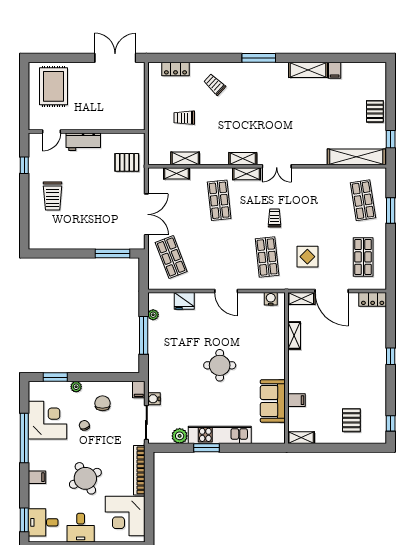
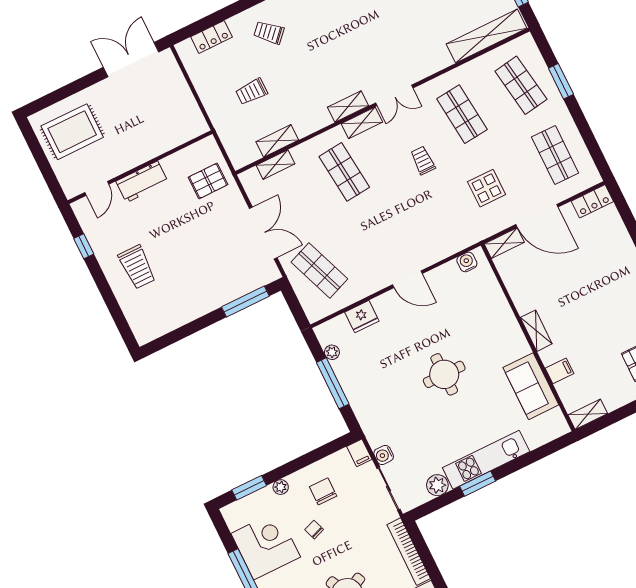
rug: (53, 86) -> (72, 132), turned 90
shop shelf: (267, 257) -> (462, 114), moved
shelving: (294, 335) -> (536, 331), moved

